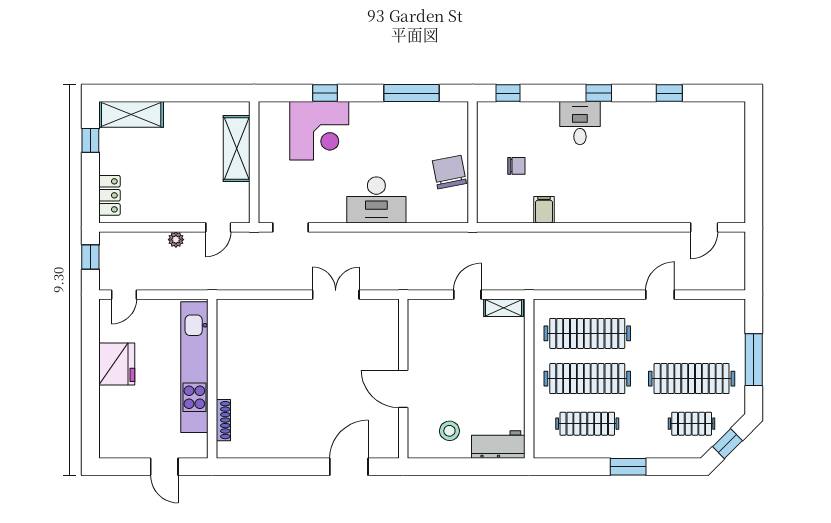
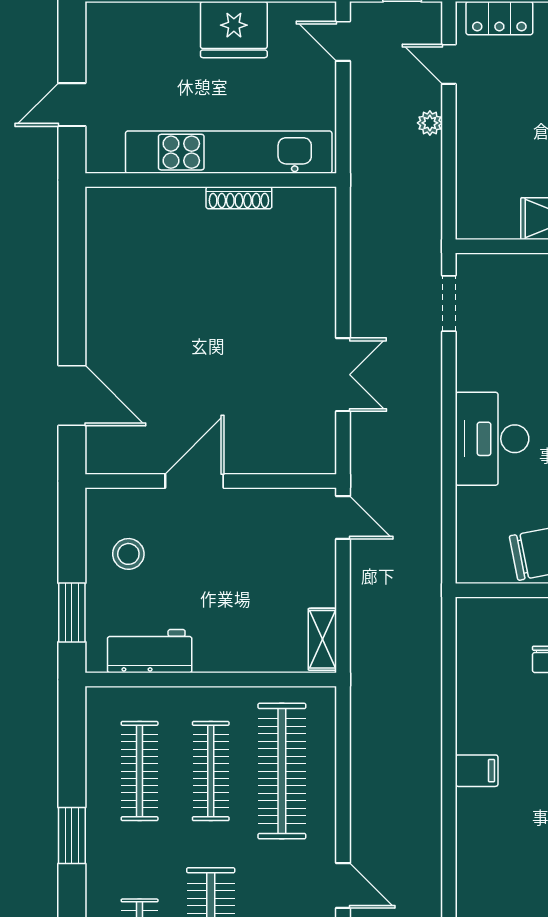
filing cabinet: (544, 210) -> (477, 771), moved
door: (218, 227) -> (449, 64), moved
door: (467, 295) -> (343, 518), moved
clothes rail: (587, 379) -> (211, 771), width x0.73, depth x0.76
shoe rack: (223, 420) -> (239, 198), moved
workbench: (498, 445) -> (150, 651), moved, turned -90
window: (487, 467) -> (72, 613), added

